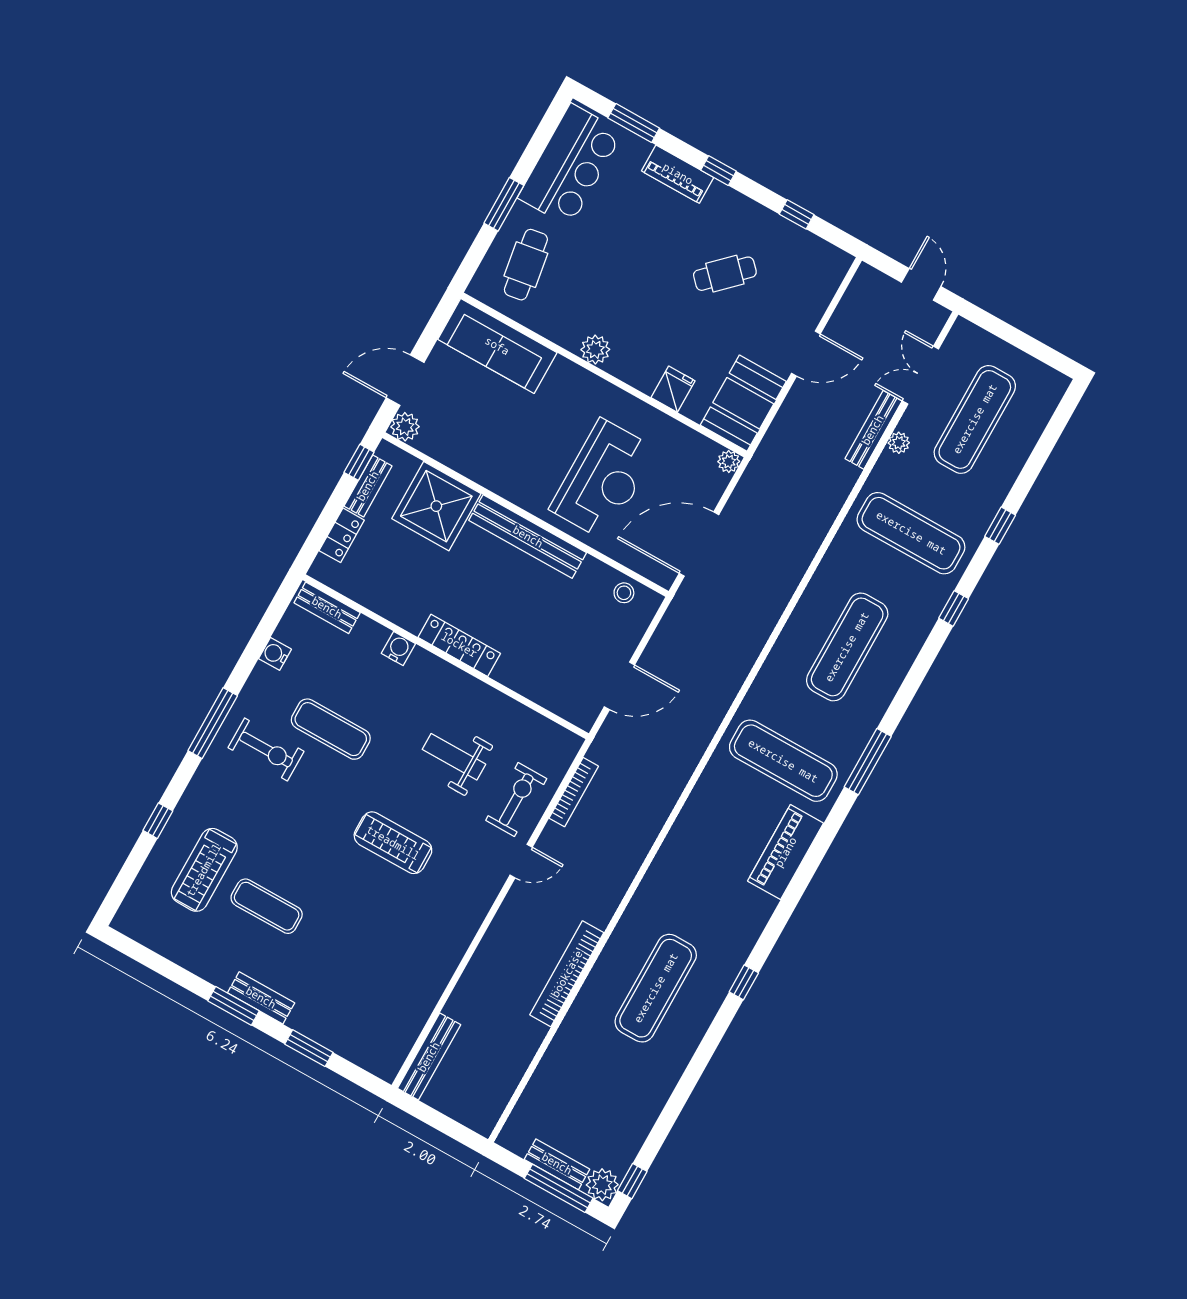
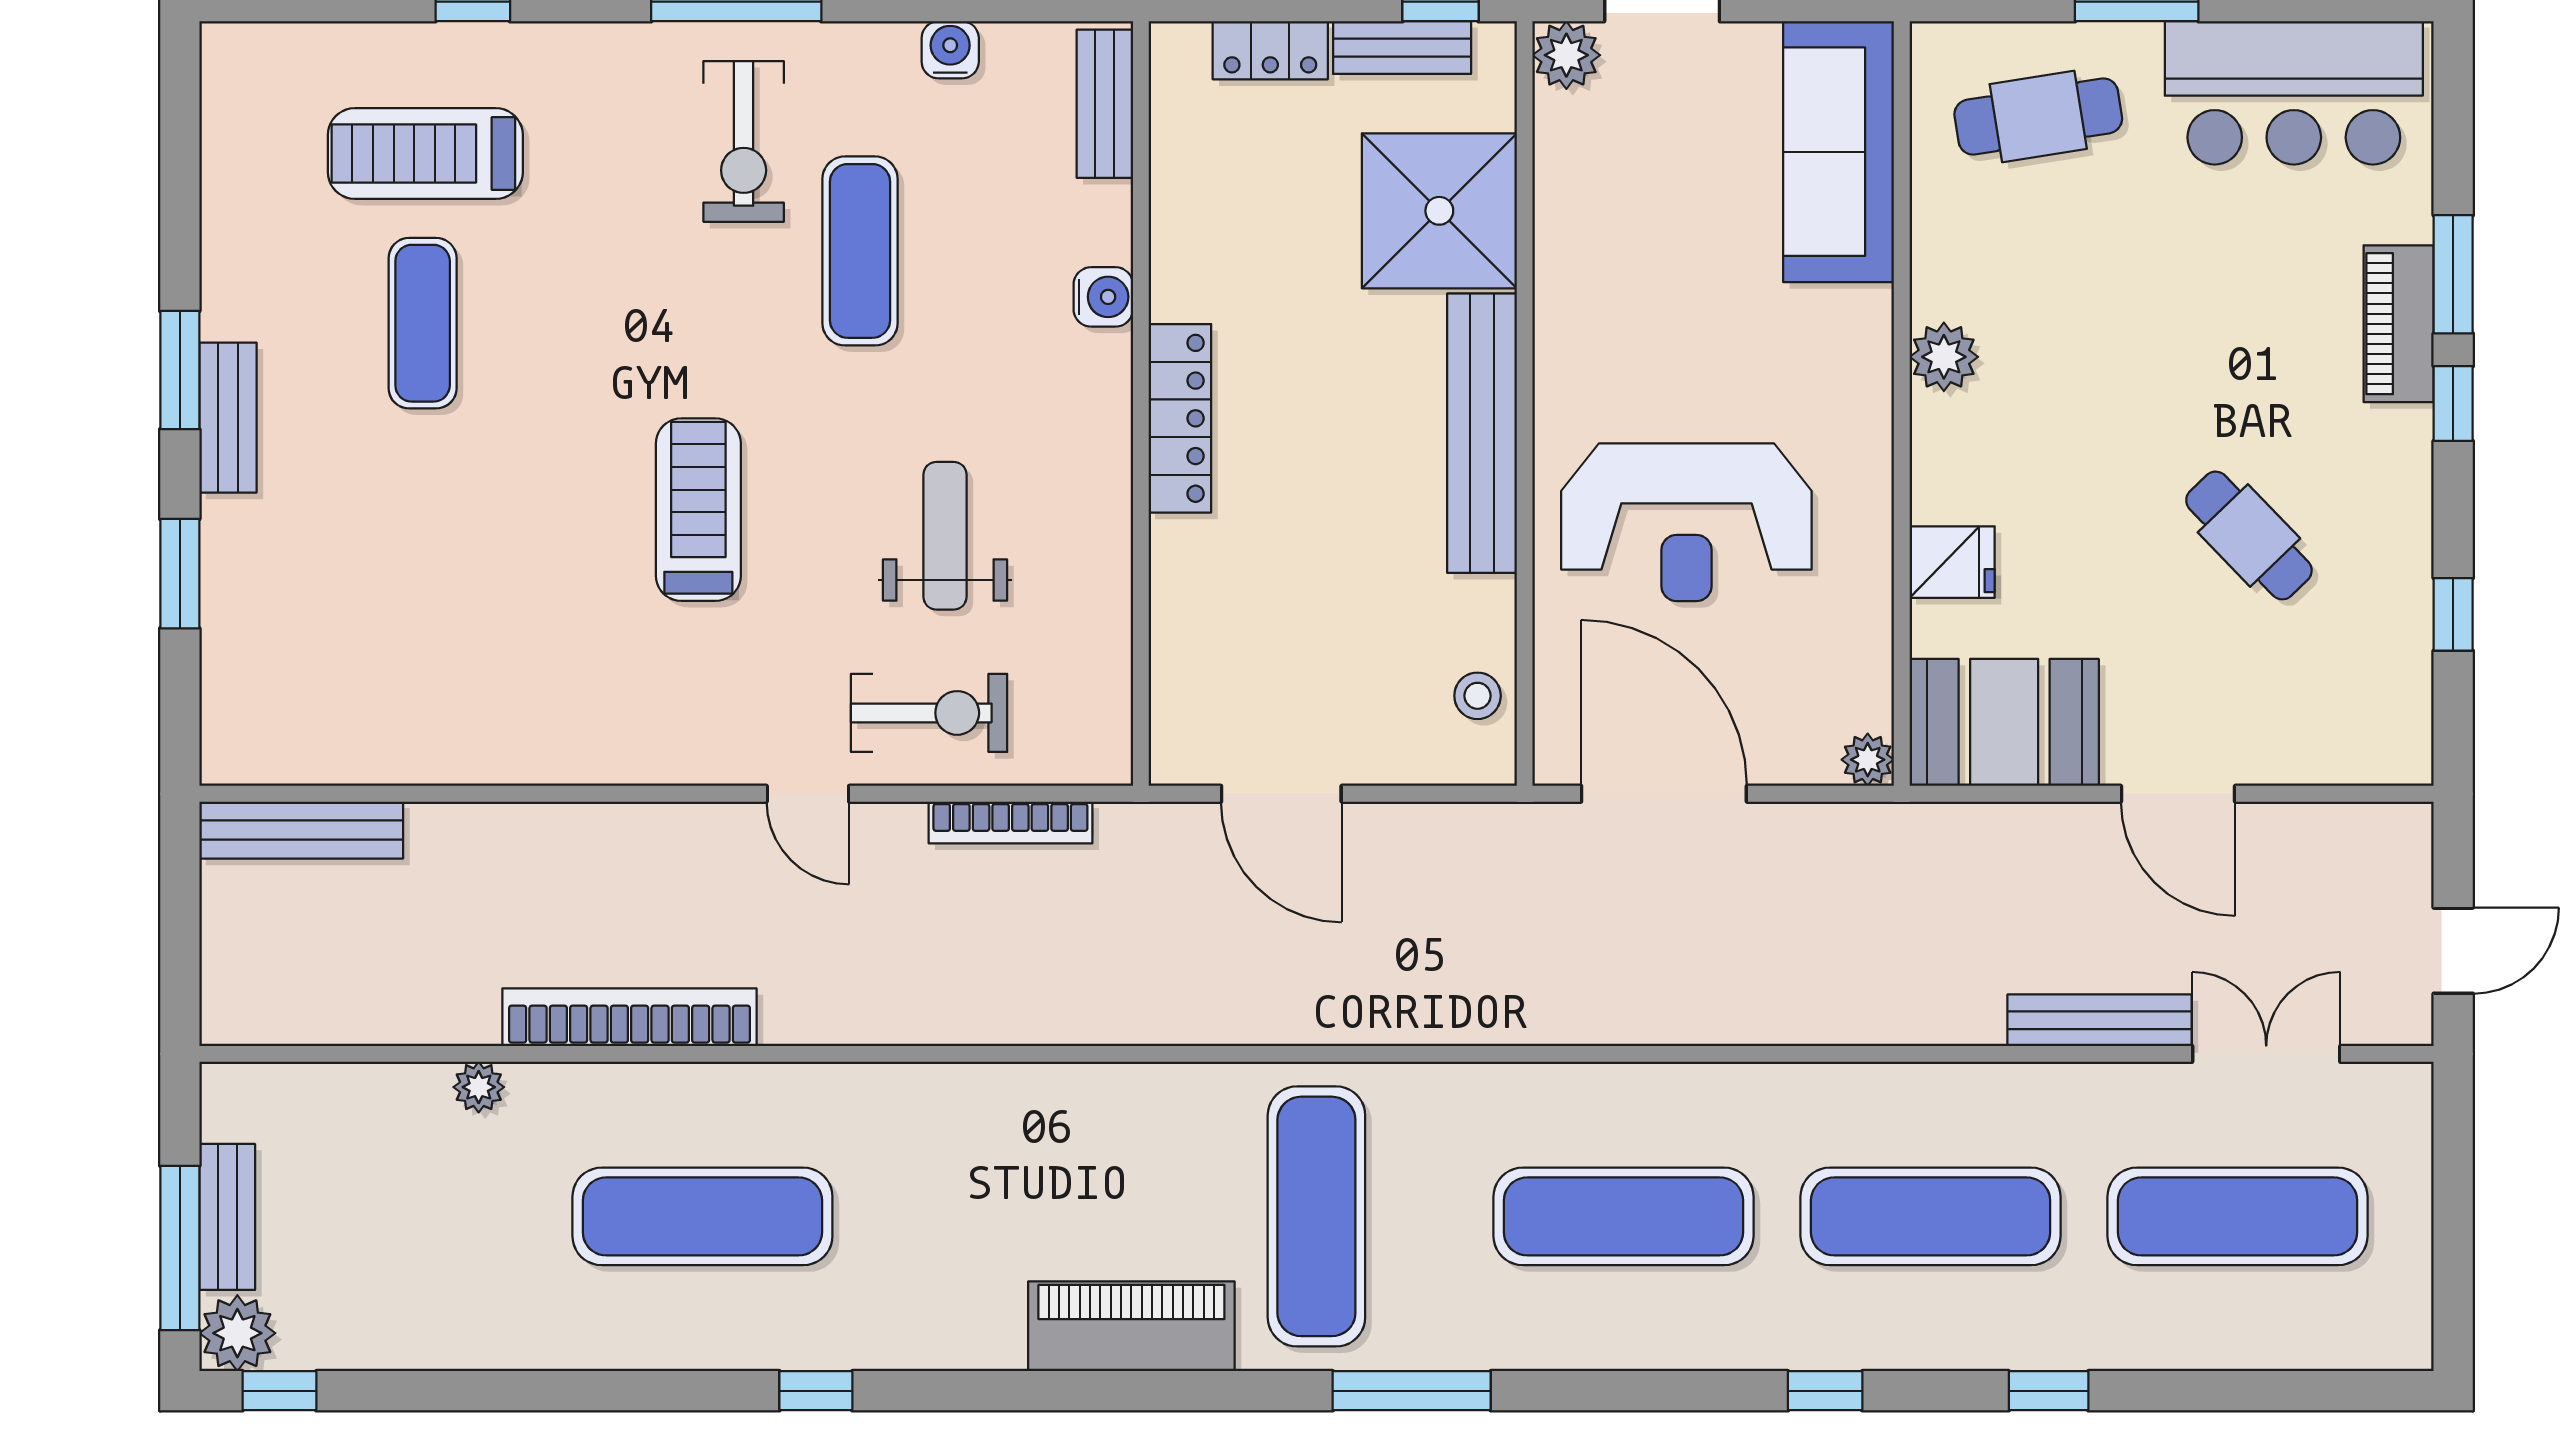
window: (634, 123) -> (2453, 274), moved
plant: (899, 443) -> (479, 1087), moved
exercise mat: (911, 533) -> (1931, 1216), turned 90

